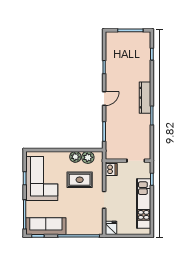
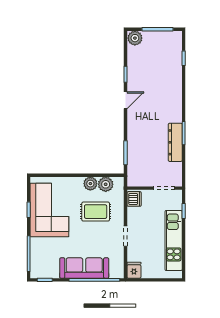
plant: (112, 38) -> (135, 38), added
dresser: (145, 98) -> (175, 142), moved
door: (104, 99) -> (126, 100), moved
sofa: (46, 226) -> (84, 268), moved

